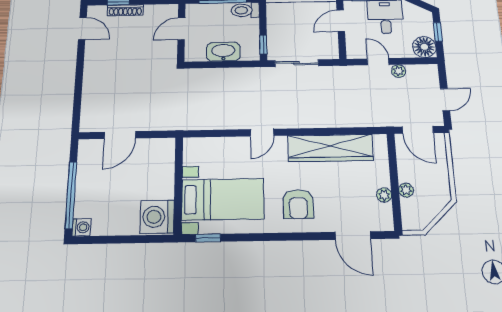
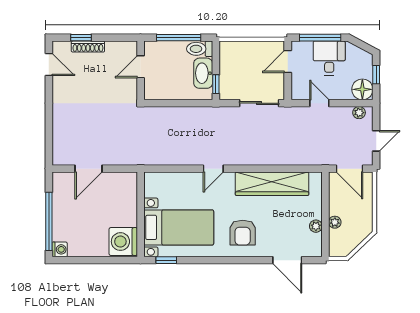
washbasin: (223, 52) -> (203, 73), moved, turned -90
sliding door: (297, 63) -> (259, 103), moved
plant: (399, 71) -> (359, 113), moved

